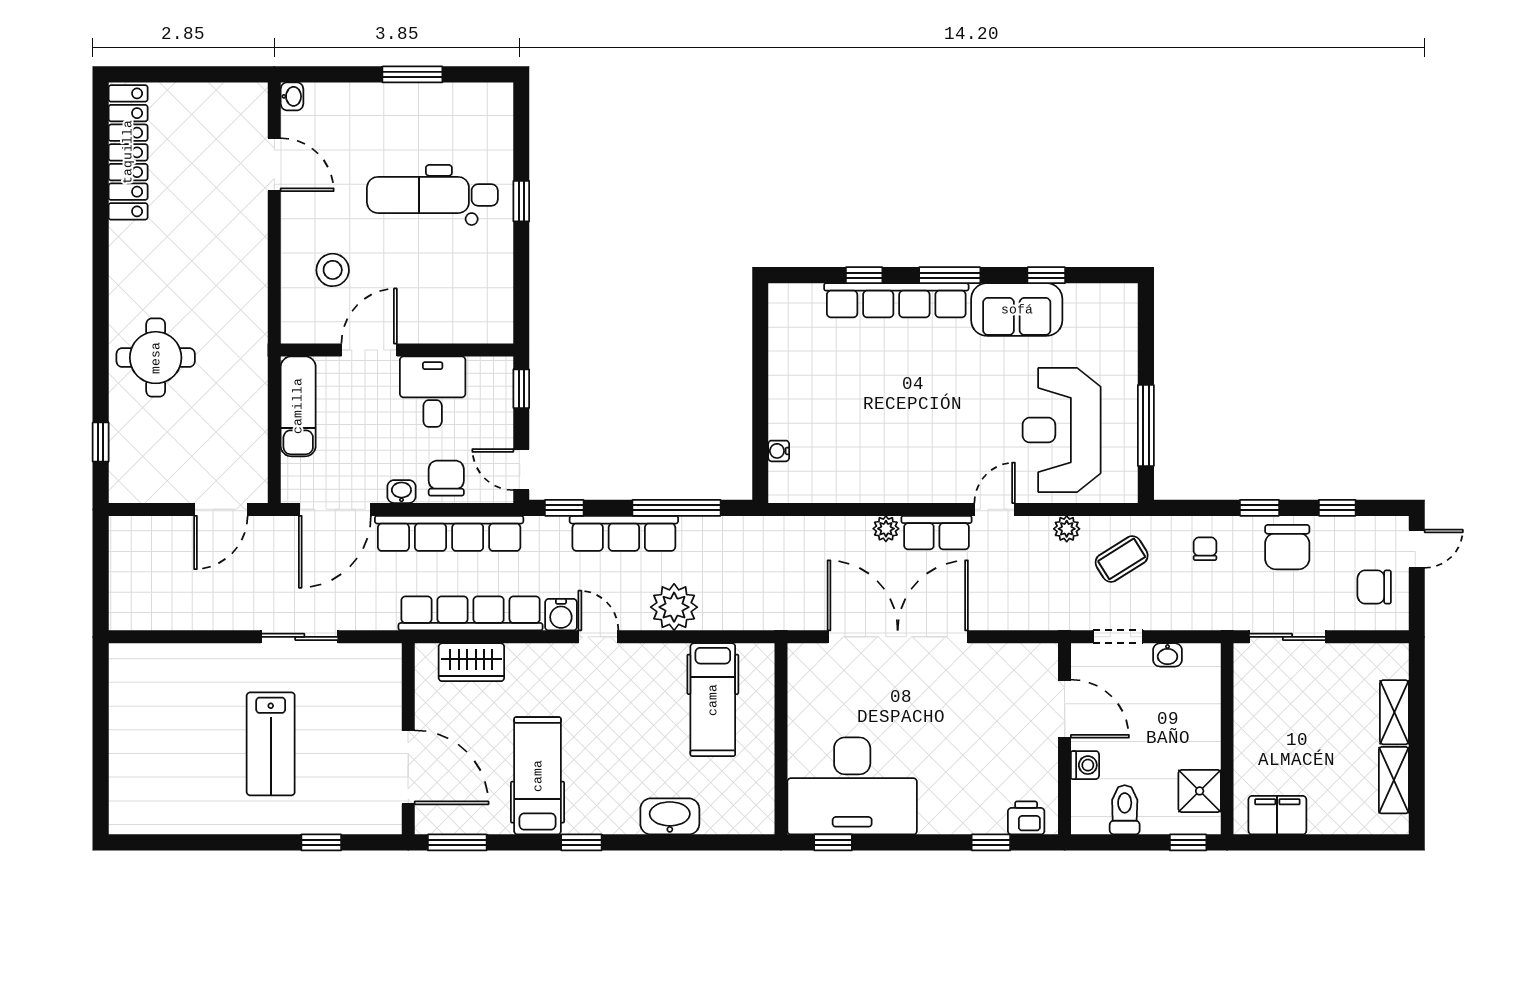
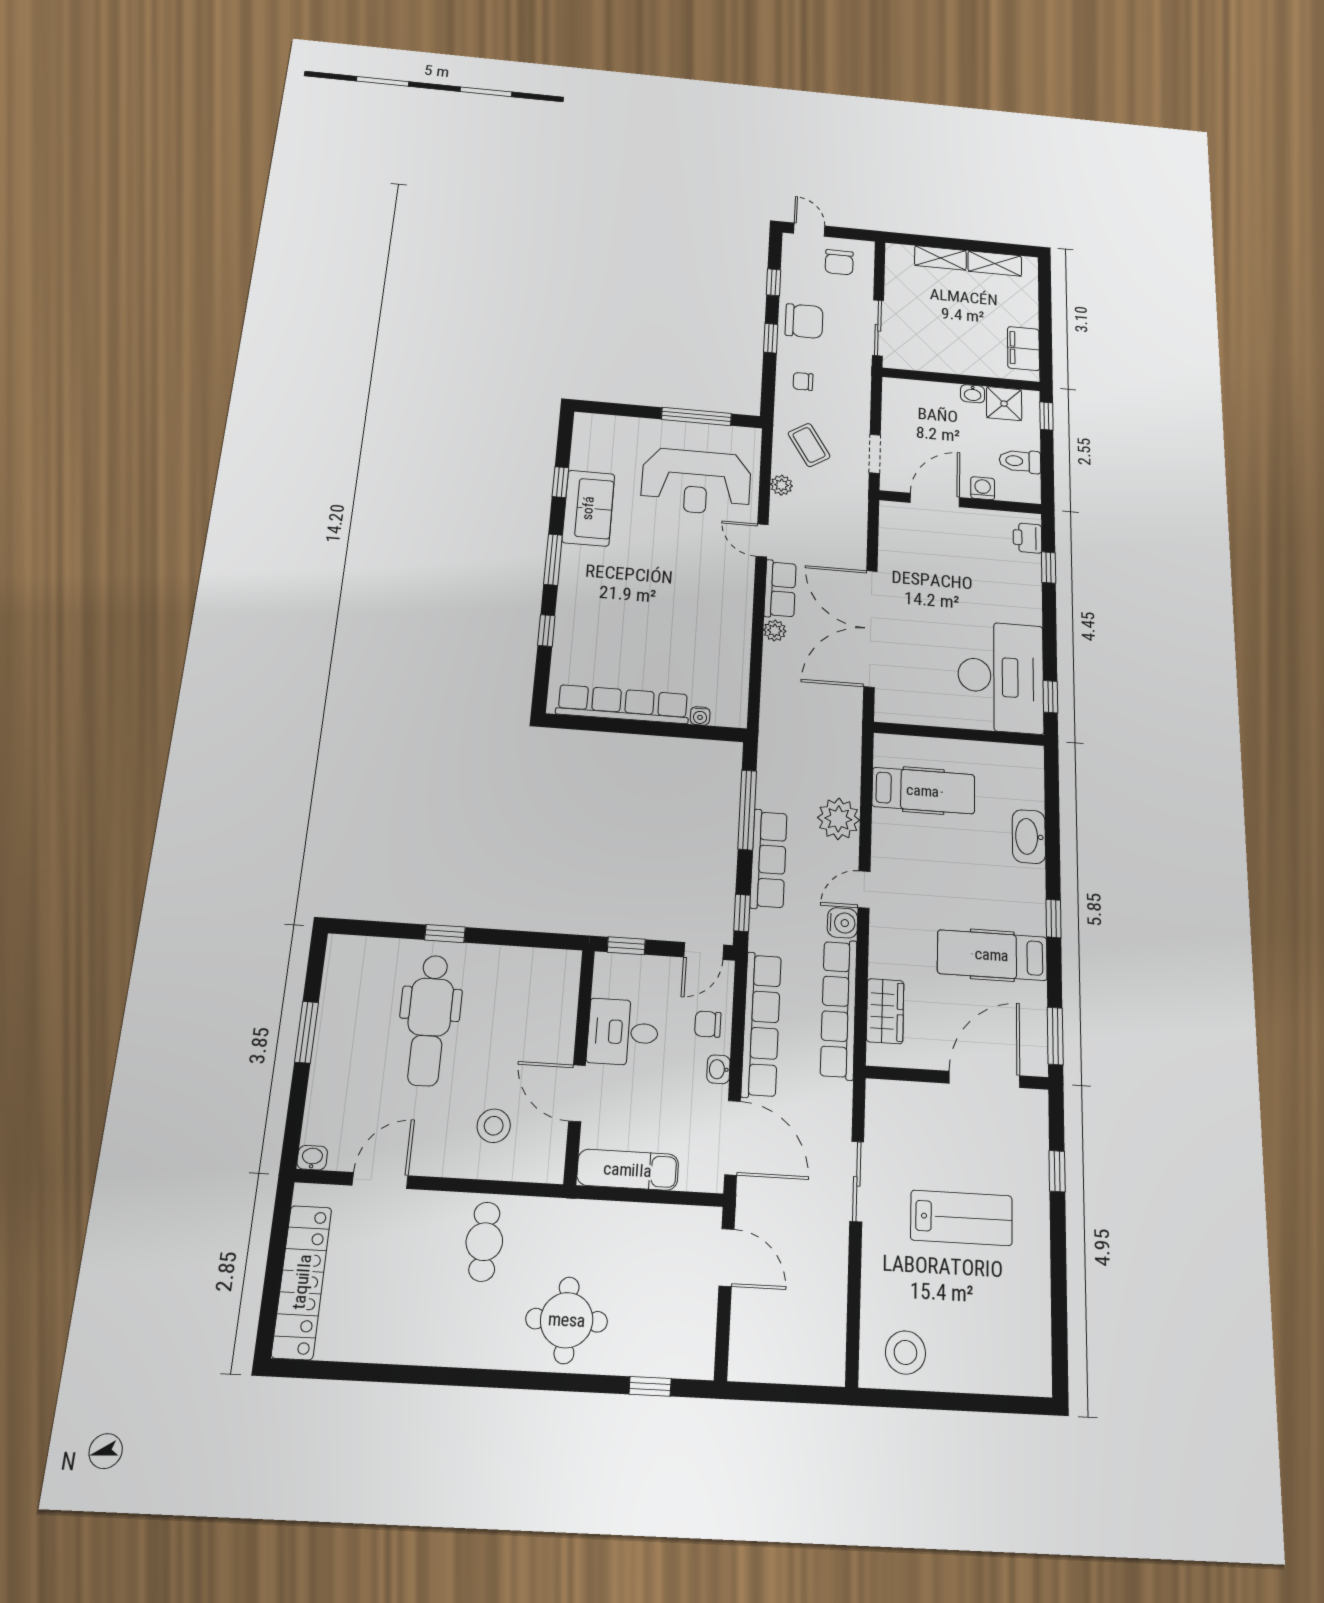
locker: (128, 152) -> (302, 1282), moved, turned 90
cafe table: (223, 272) -> (484, 1242), added
row of seats: (896, 300) -> (623, 704), moved, turned -90
chair: (446, 478) -> (708, 1024), width x0.73, depth x0.73
washbasin: (1168, 655) -> (973, 394), moved, turned 90
stool: (143, 689) -> (905, 1352), added

